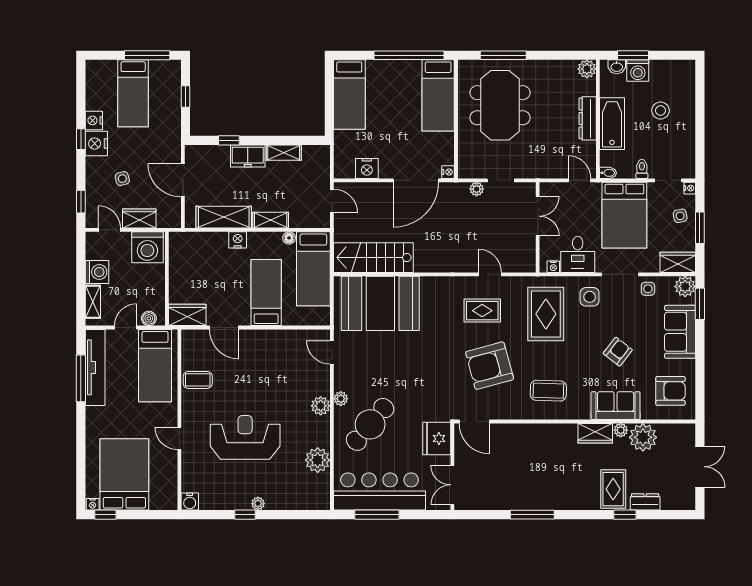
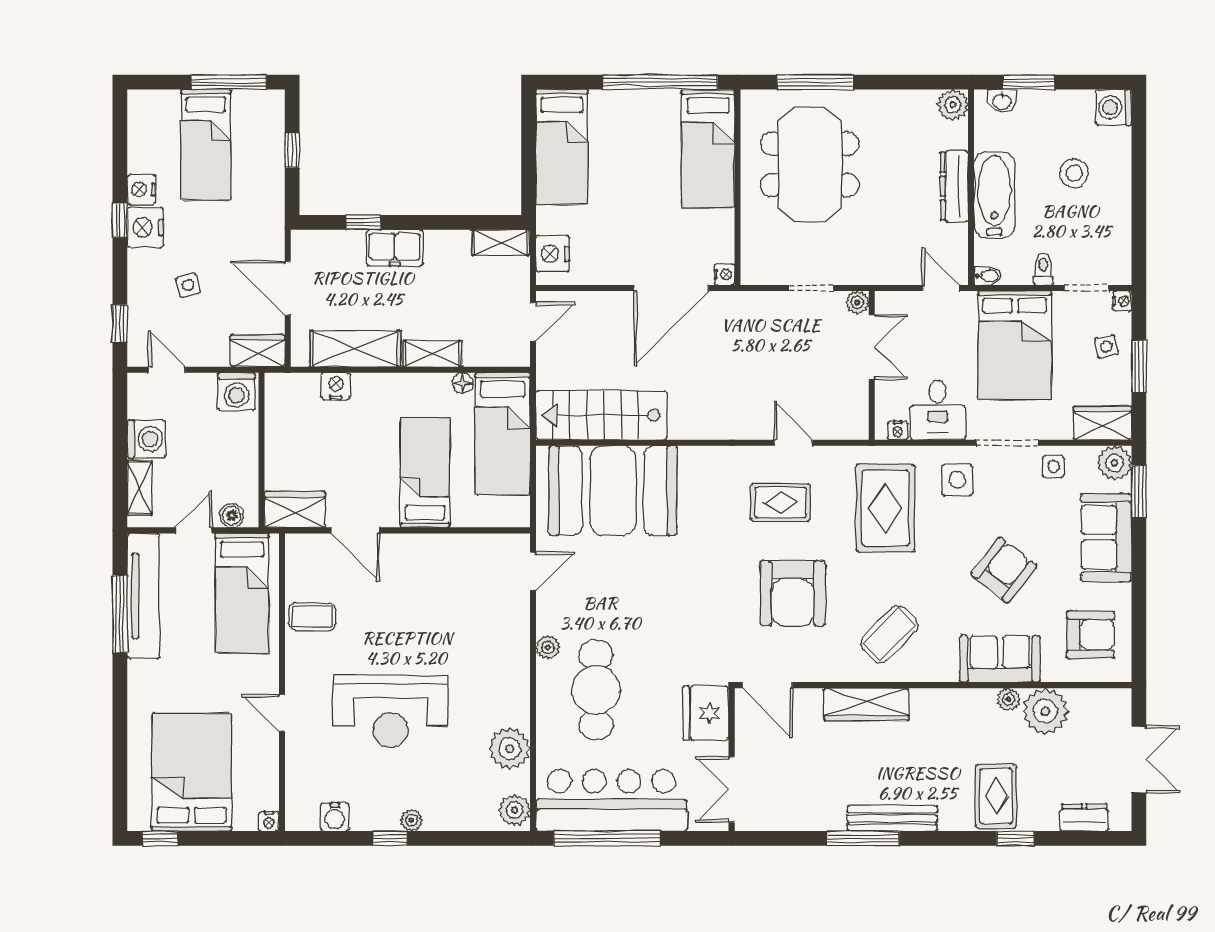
washing machine: (638, 71) -> (1114, 107), moved, turned 90
shelving: (284, 153) -> (500, 243), moved
nightstand: (367, 168) -> (553, 254), moved, turned 90
plant: (477, 189) -> (857, 302), moved
door: (332, 201) -> (533, 322), hinge flipped
wardrobe: (139, 219) -> (257, 351), moved
nightstand: (238, 240) -> (336, 386), moved
washing machine: (147, 247) -> (236, 391), width x0.73, depth x0.73
door: (332, 352) -> (533, 571), swing flipped
armchair: (618, 352) -> (1004, 570), width x1.38, depth x1.38
armchair: (490, 366) -> (793, 593), turned -75
coffee table: (548, 391) -> (889, 634), turned -47
plant: (321, 406) -> (515, 810), moved
cafe table: (370, 424) -> (596, 690), turned -40
wardrobe: (595, 433) -> (866, 704), moved, width x1.50
reception desk: (245, 437) -> (390, 711), turned 180
water cooler: (190, 502) -> (335, 817), moved
dresser: (645, 502) -> (1084, 817), moved
bench: (550, 503) -> (892, 818), added
nightstand: (93, 504) -> (269, 821), moved
window: (377, 515) -> (607, 838), width x1.46

